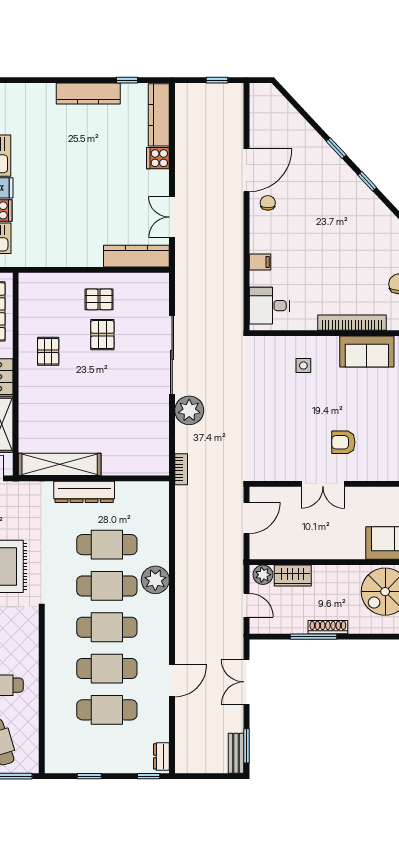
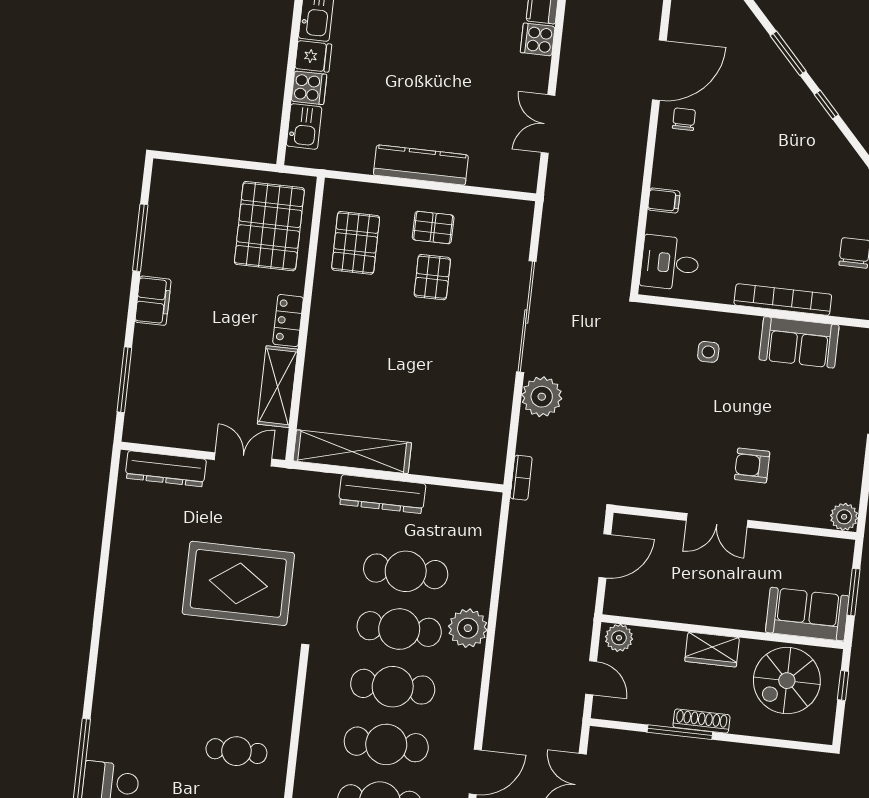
window: (336, 148) -> (788, 53), width x1.50
kitchen counter: (136, 256) -> (421, 165), moved
pallet: (48, 351) -> (356, 243), moved, width x1.50, depth x1.42
wardrobe: (293, 576) -> (712, 649), moved

